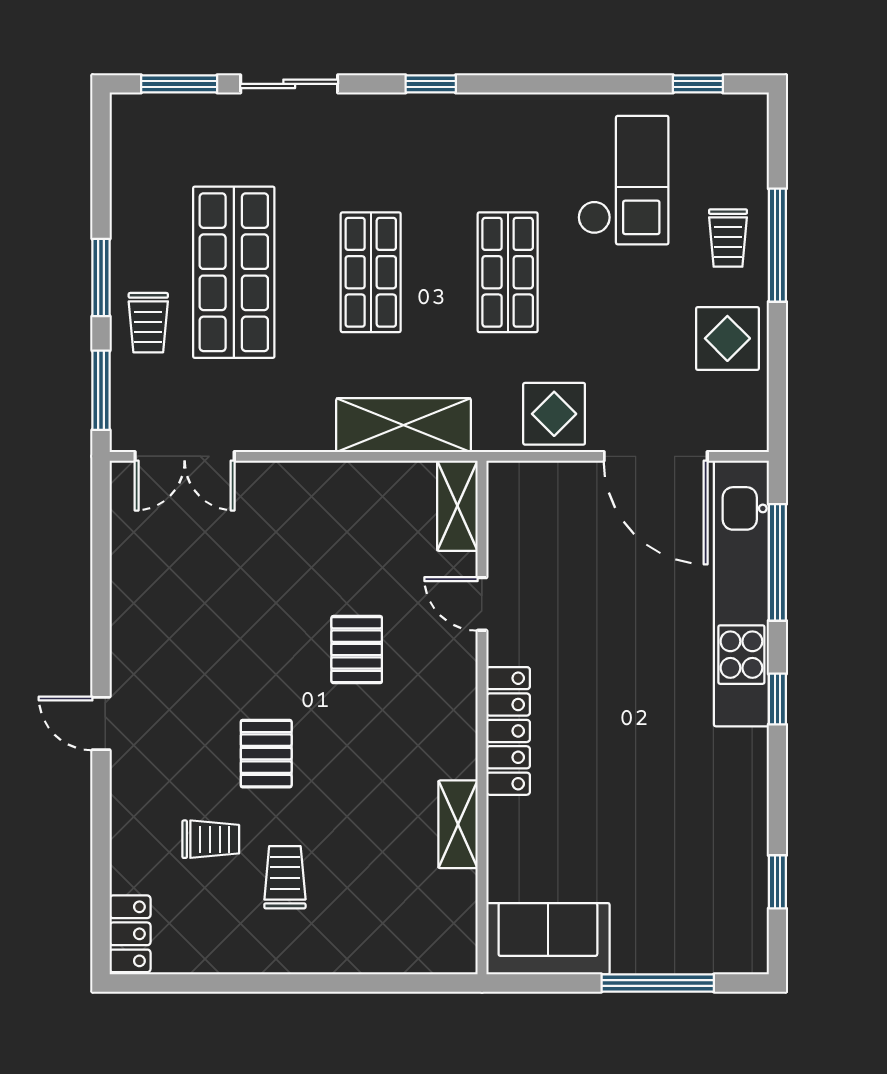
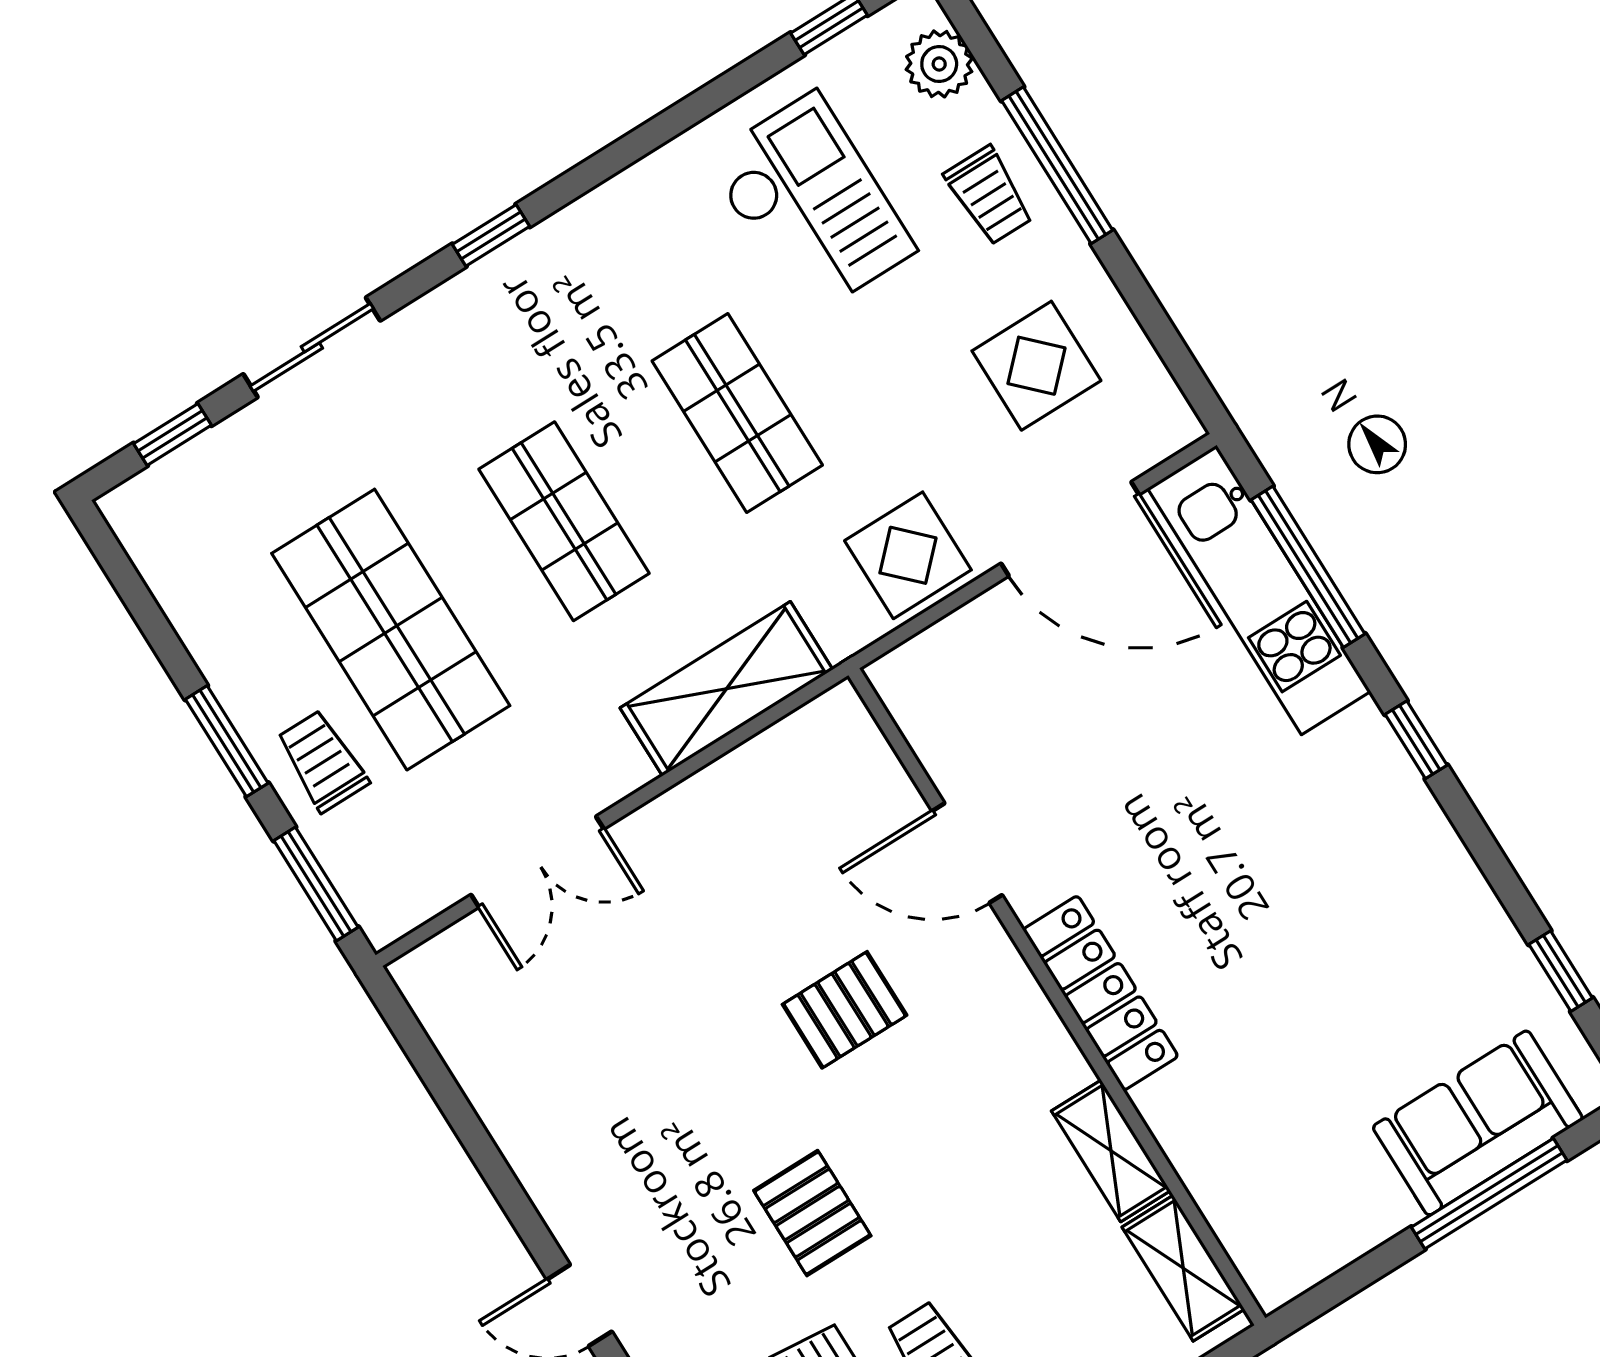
window: (179, 84) -> (173, 434), width x0.67
plant: (746, 146) -> (939, 64), added
trolley: (148, 323) -> (322, 761), turned 180
display table: (727, 338) -> (1036, 366), moved
double door: (185, 456) -> (537, 862), moved
shelving: (457, 506) -> (1183, 1268), moved
kitchen unit: (741, 593) -> (1259, 590), width x0.73
door: (482, 604) -> (967, 853), width x1.38
pallet: (357, 650) -> (845, 1010), turned 90
sofa: (548, 939) -> (1478, 1123), moved

